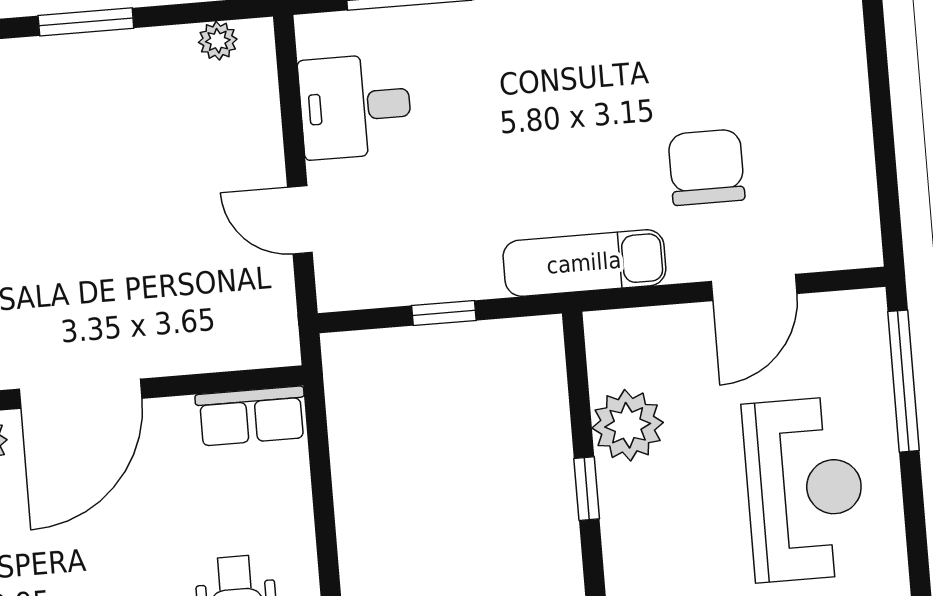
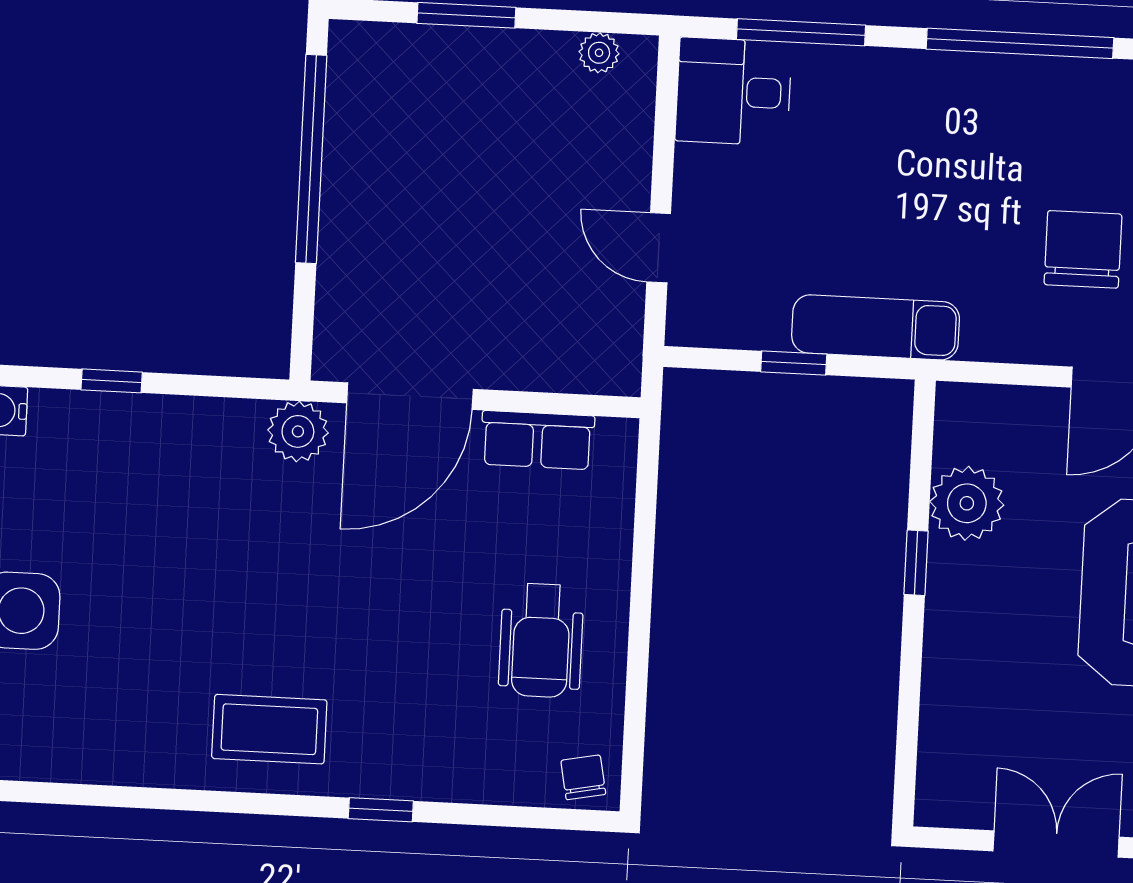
desk: (355, 106) -> (733, 91), moved
exam couch: (584, 263) -> (876, 327), moved
row of seats: (251, 416) -> (537, 440), moved

